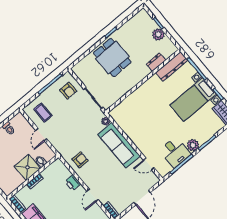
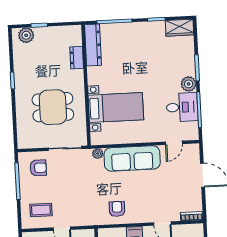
plant: (158, 34) -> (26, 35), moved
dining table: (112, 57) -> (53, 107), moved
bed with nightstands: (193, 100) -> (116, 107), moved, turned -90

